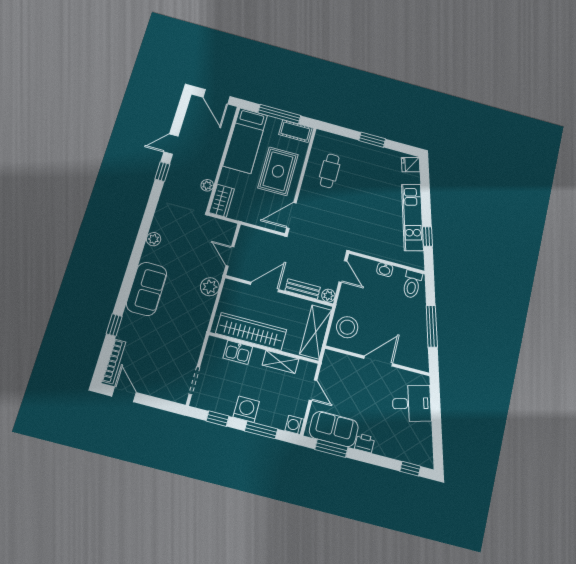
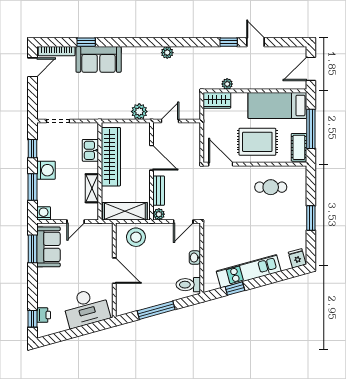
sofa: (147, 289) -> (99, 59), moved
desk: (412, 403) -> (86, 308), width x1.37
printer: (365, 443) -> (44, 315), moved

